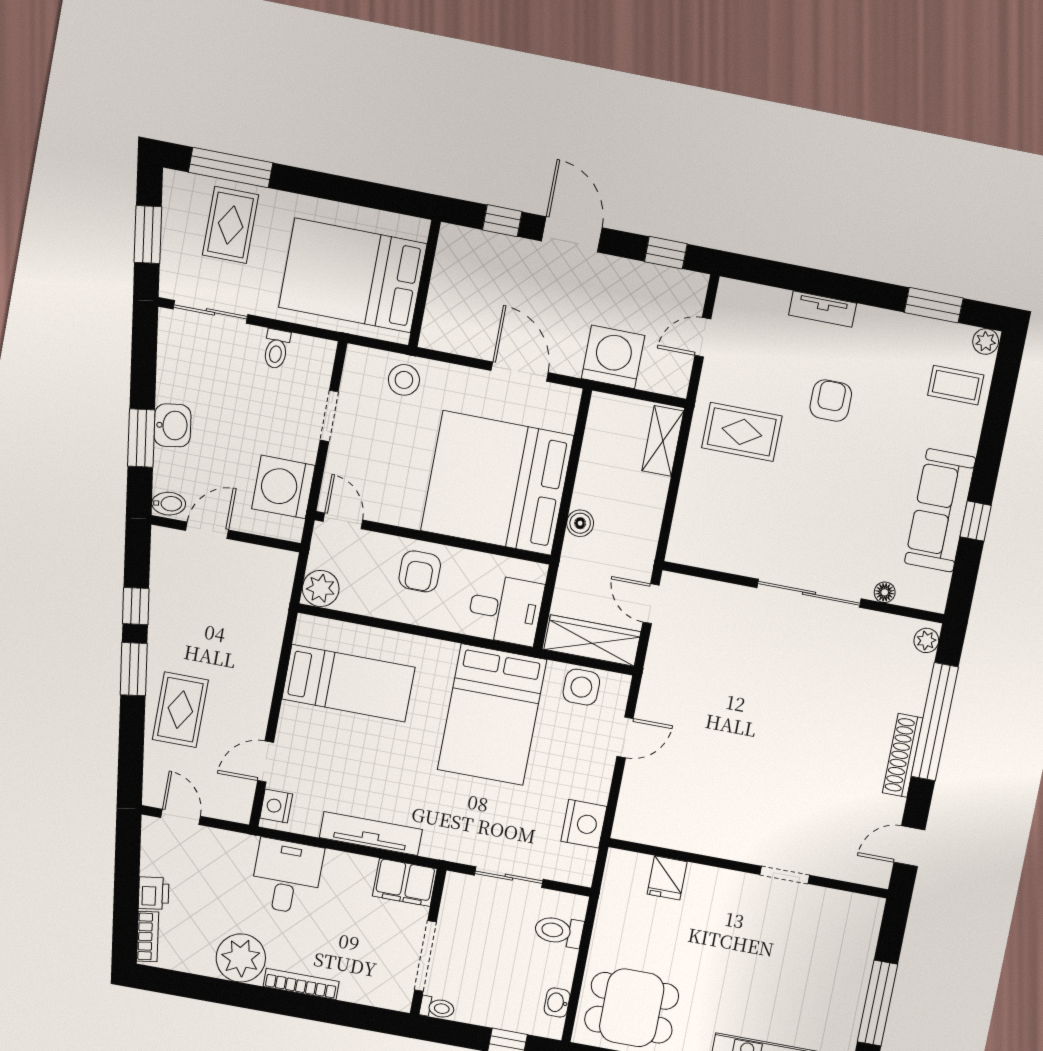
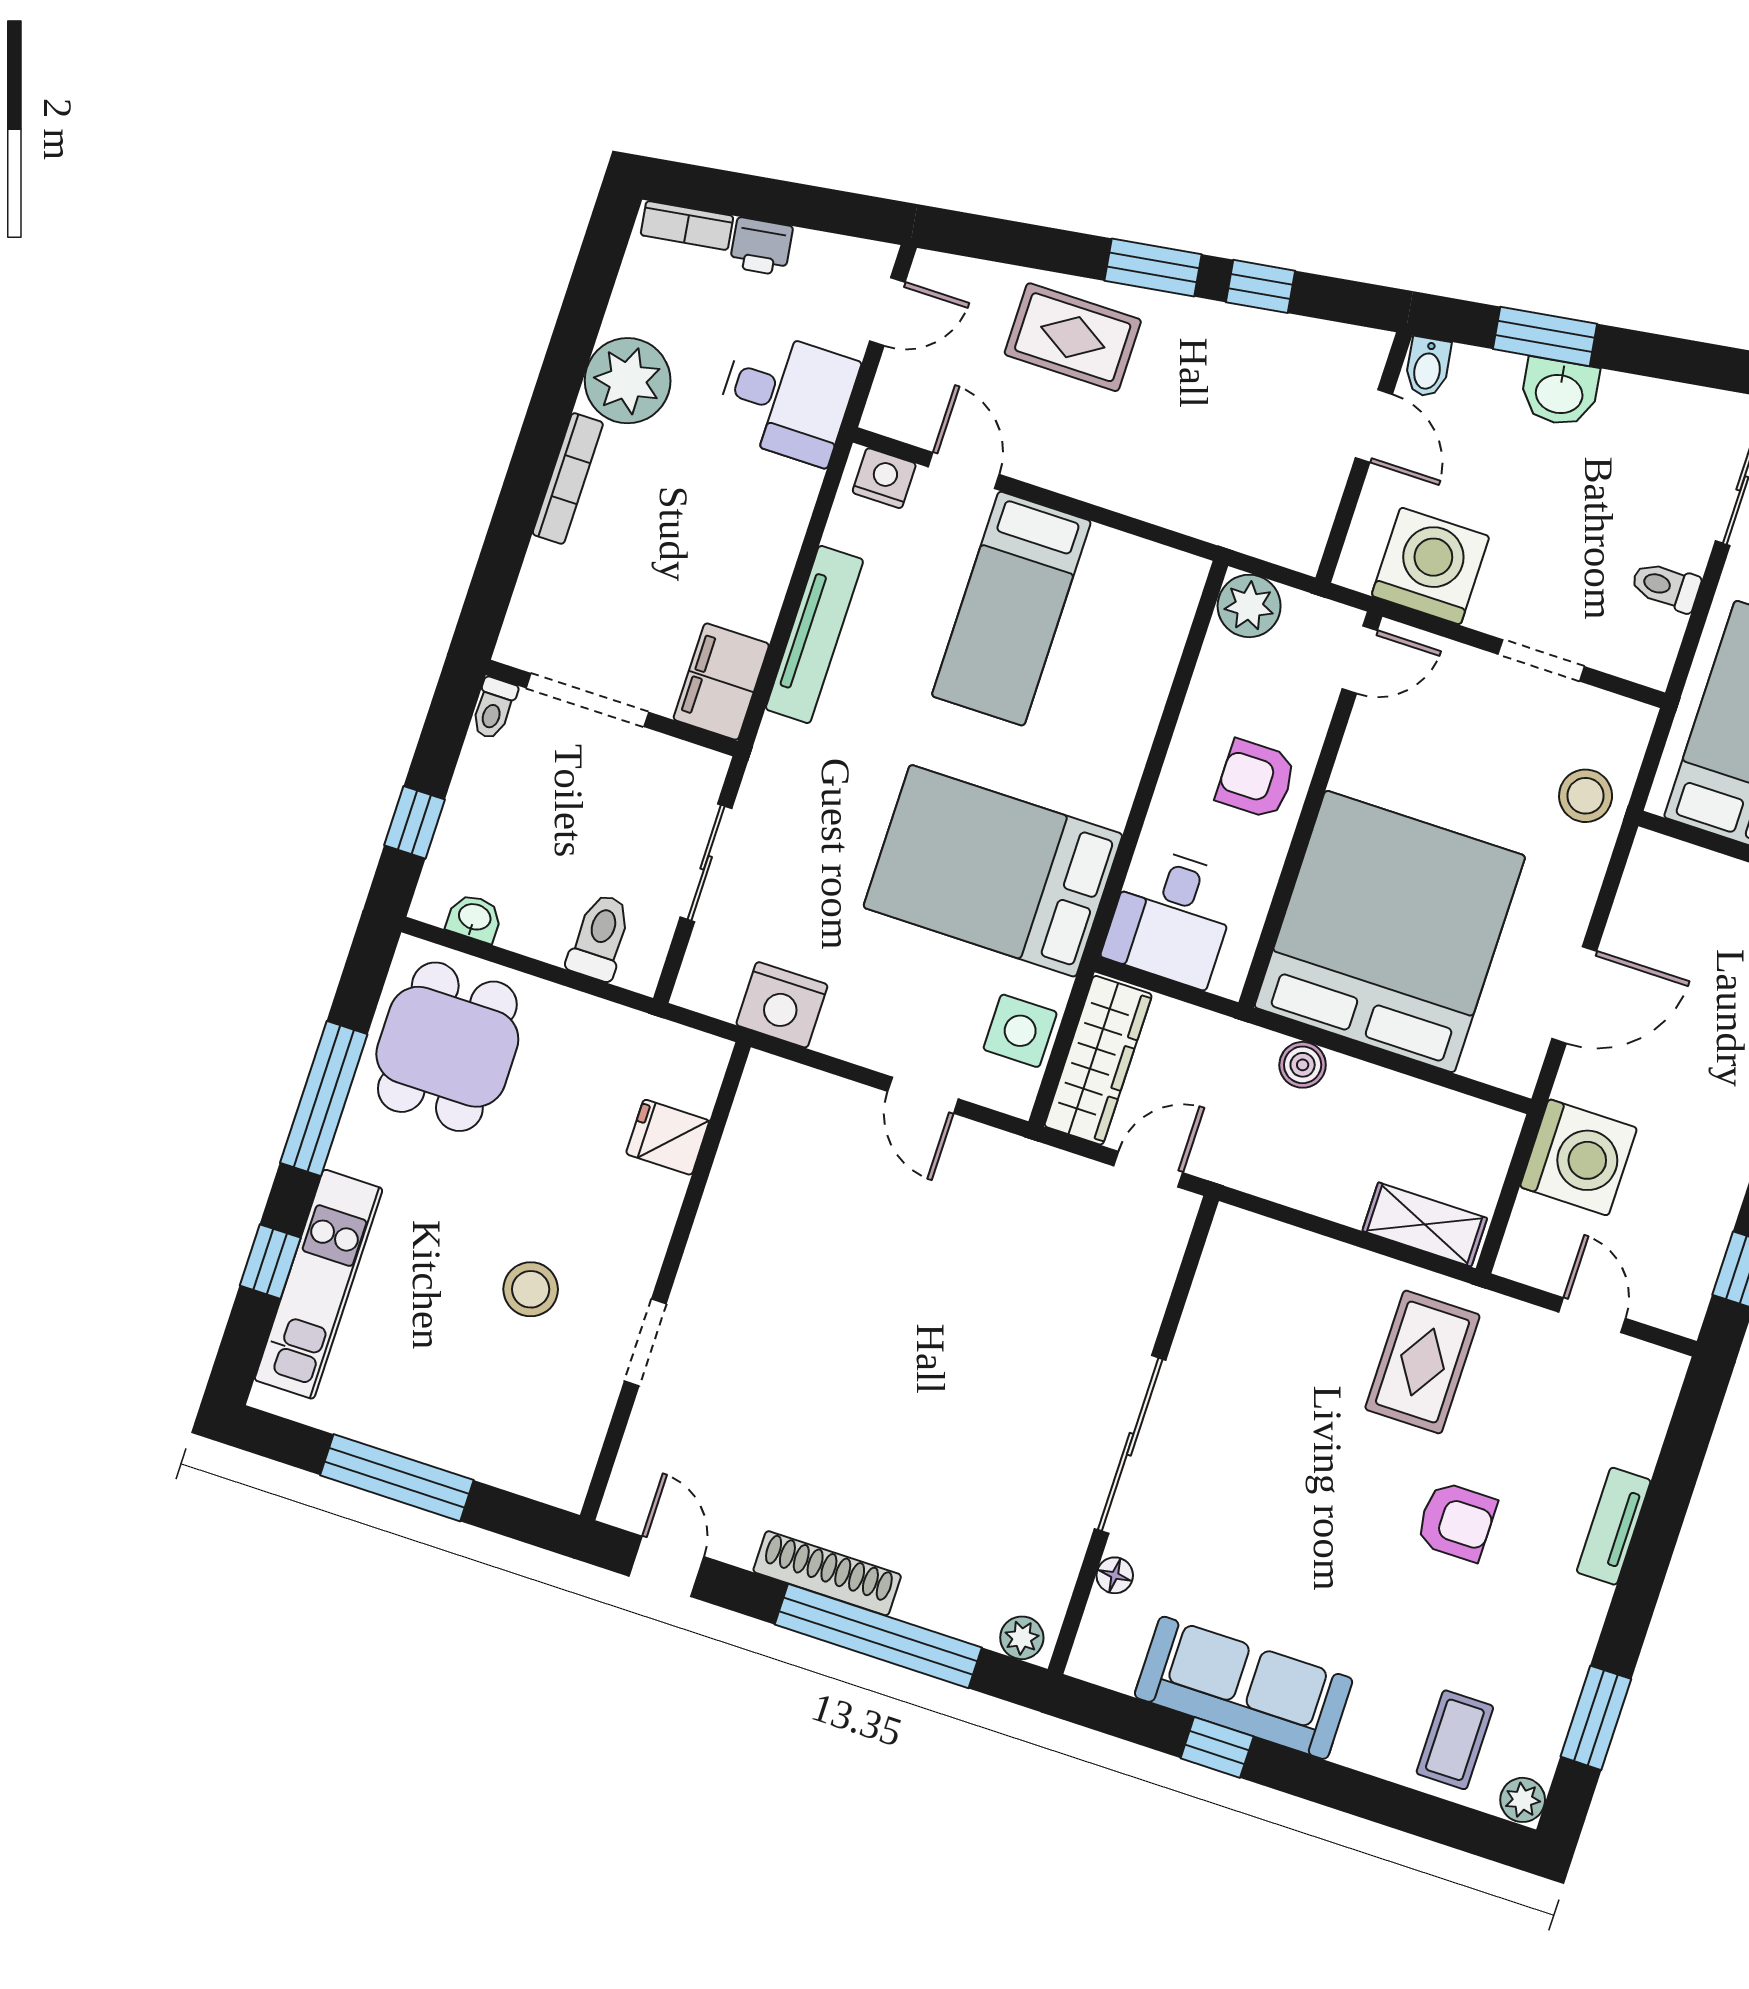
bed: (348, 683) -> (1011, 609), moved
desk: (287, 876) -> (786, 397), moved
stool: (762, 943) -> (531, 1289), added

